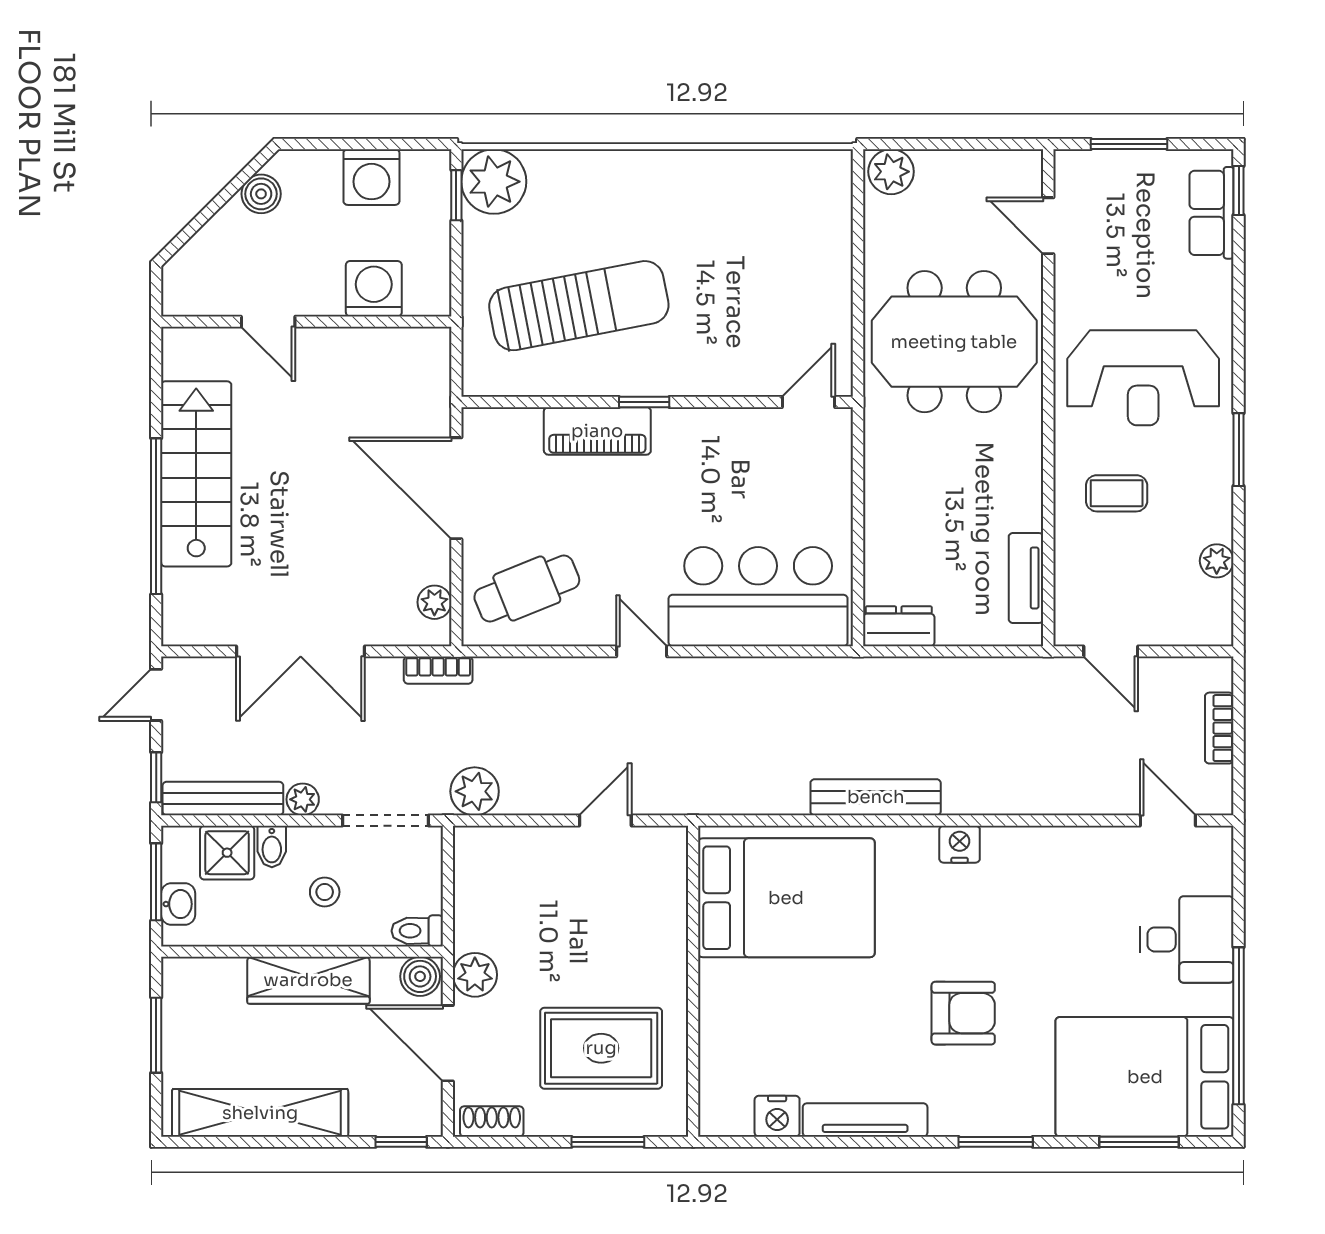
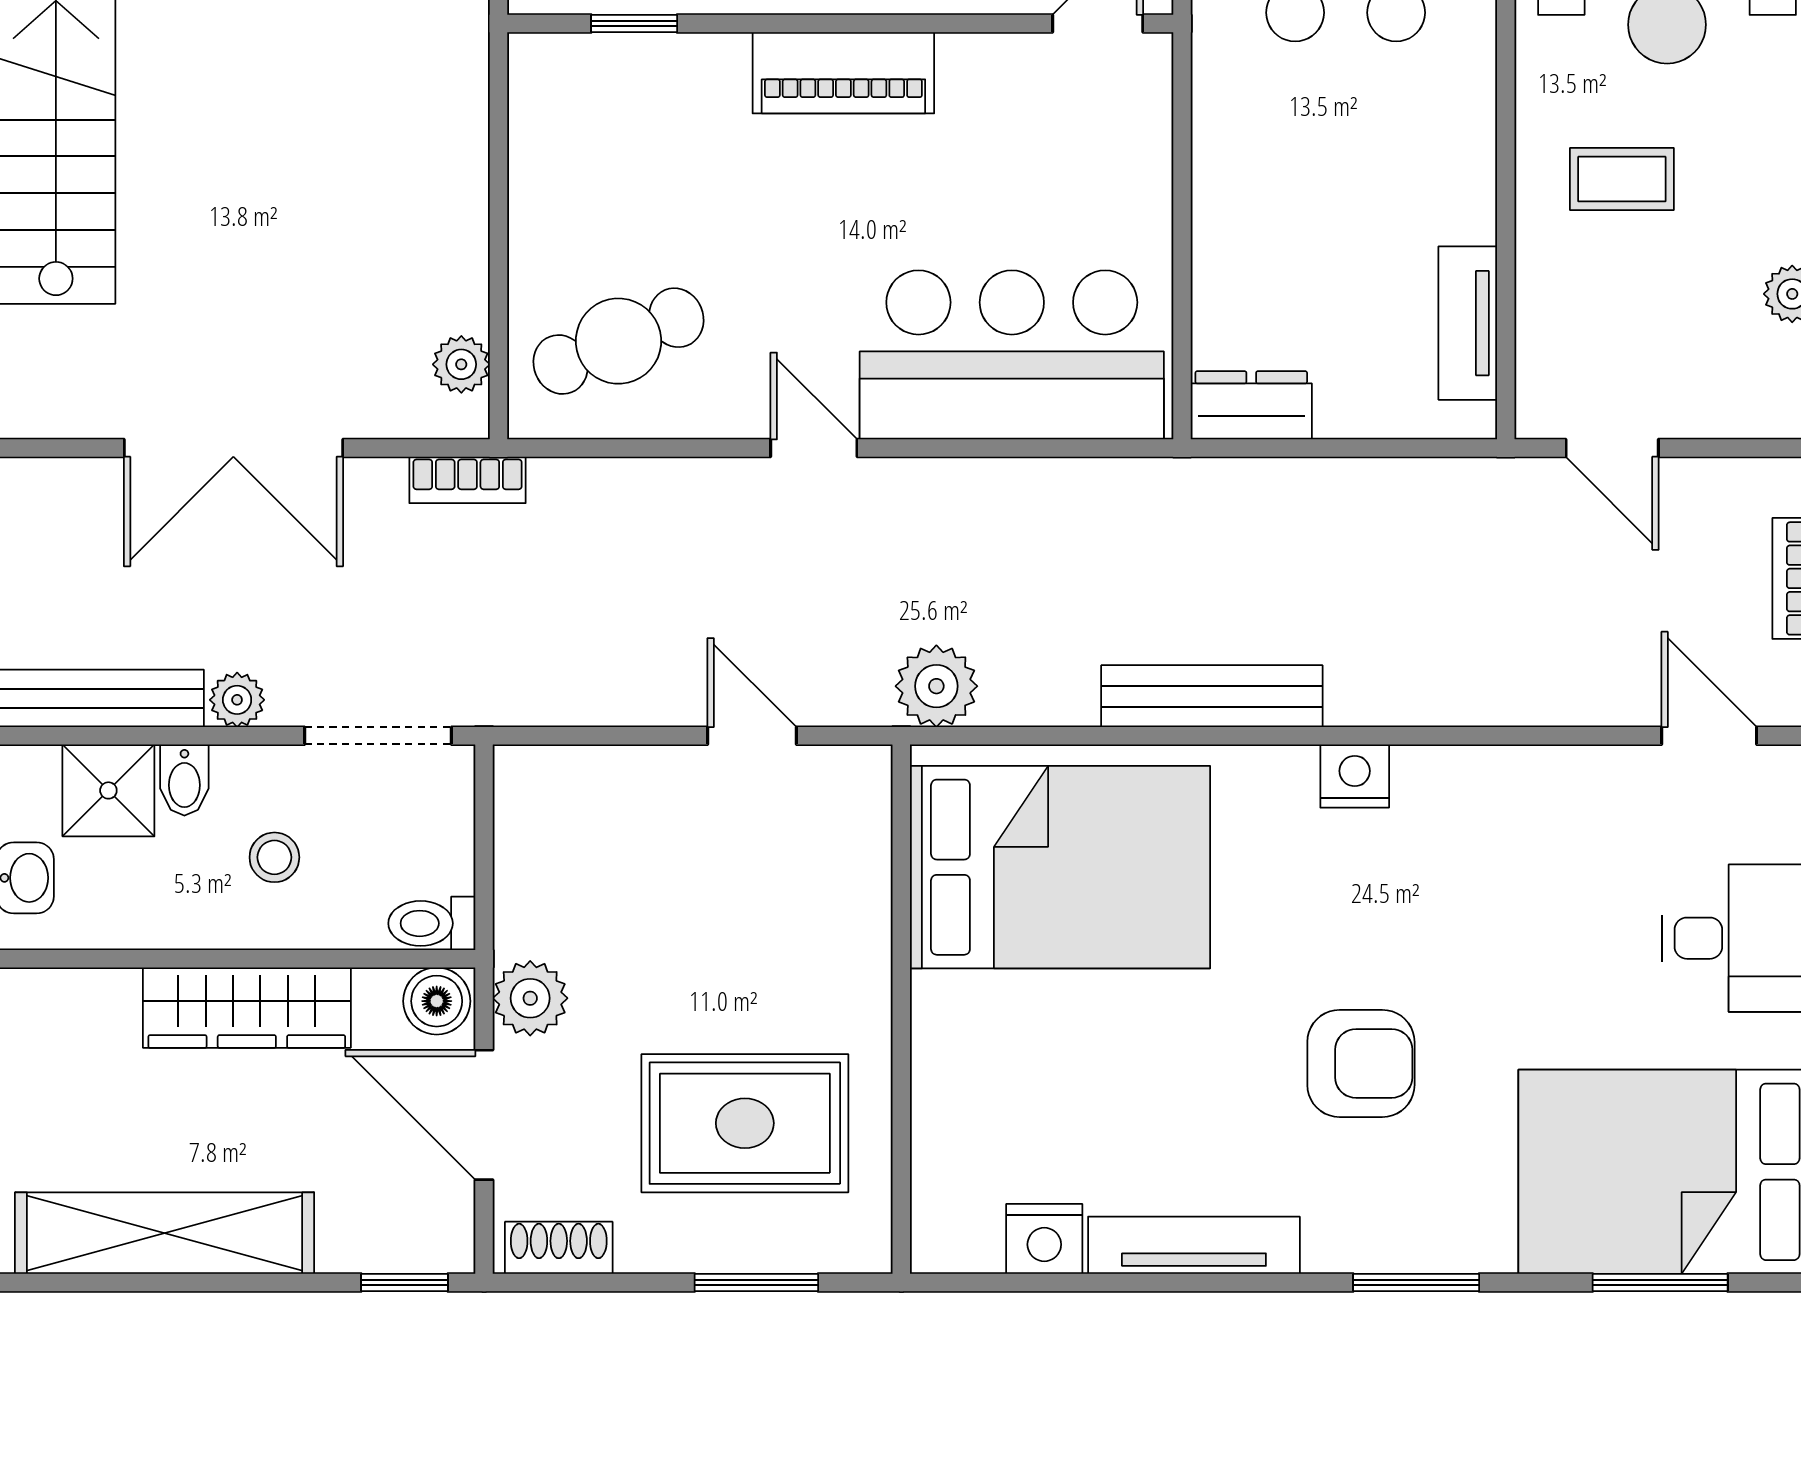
window: (644, 402) -> (634, 24), moved
piano: (597, 431) -> (843, 73), moved
door: (456, 488) -> (498, 170), removed
plant: (475, 791) -> (936, 686), moved
door: (605, 821) -> (752, 736), hinge flipped

